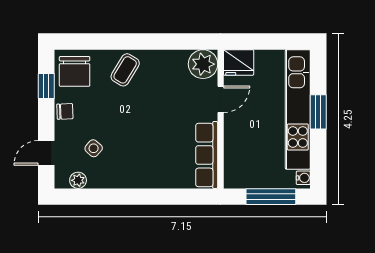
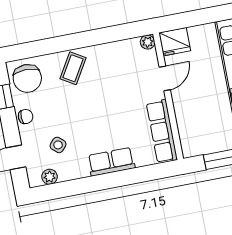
plant: (203, 64) -> (148, 42), width x0.53, depth x0.53
row of seats: (147, 177) -> (111, 162), added

